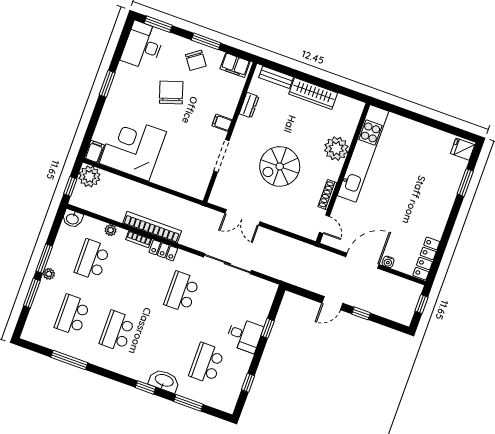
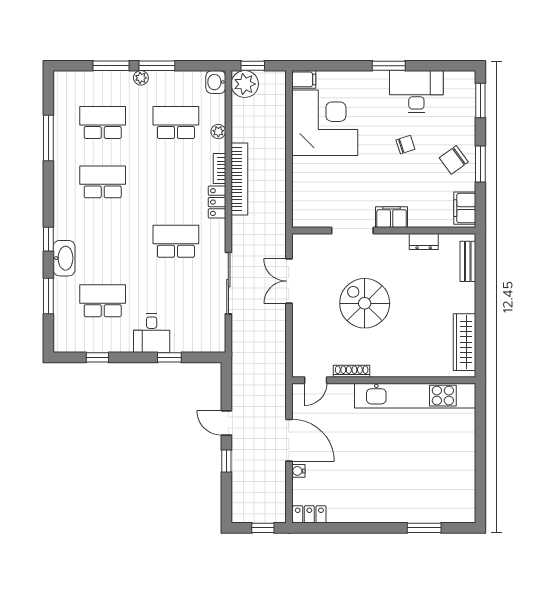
desk: (143, 46) -> (416, 92), moved
chair: (171, 93) -> (405, 145), width x0.54, depth x0.54
wardrobe: (313, 93) -> (465, 342), moved
filing cabinet: (222, 123) -> (392, 217), width x2.00
plant: (336, 149) -> (410, 362), removed
fridge: (463, 149) -> (462, 511), removed
plant: (89, 176) -> (245, 84), moved
locker: (426, 258) -> (309, 514), width x0.66

